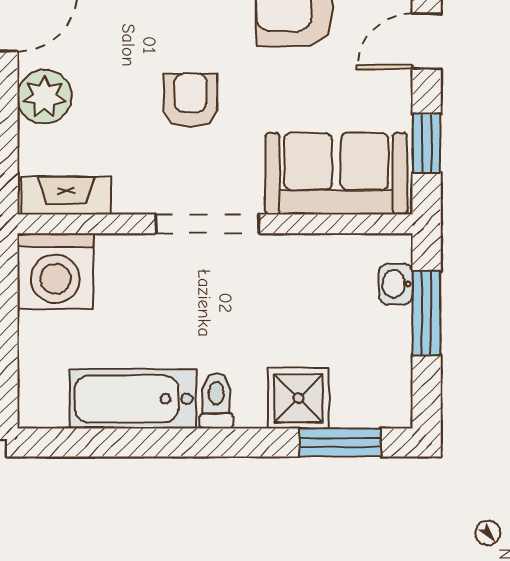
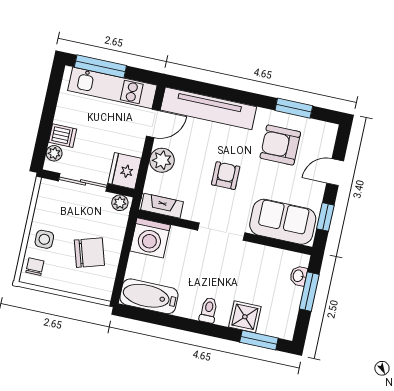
bathtub: (133, 399) -> (149, 296), moved

